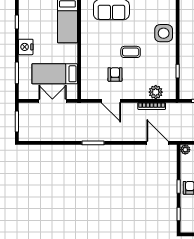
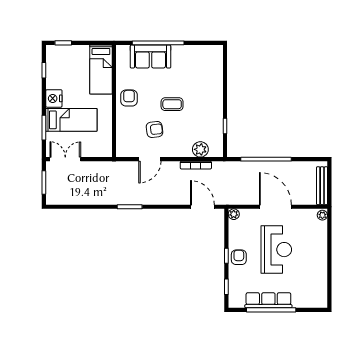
side table: (164, 33) -> (209, 83), removed
armchair: (92, 46) -> (129, 98), added
bed: (55, 74) -> (71, 120), moved, turned 180
armchair: (115, 74) -> (154, 129), turned 83
double door: (52, 101) -> (65, 159), moved
door: (111, 101) -> (150, 159), hinge flipped

